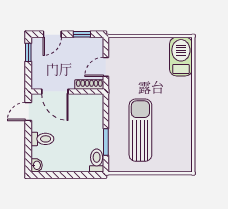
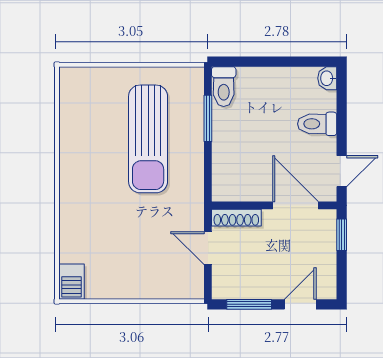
window: (82, 34) -> (249, 304), width x1.50
window: (28, 52) -> (342, 235), moved
barbecue: (181, 57) -> (71, 282), width x0.53, depth x0.65
door: (106, 67) -> (208, 248), swing flipped

